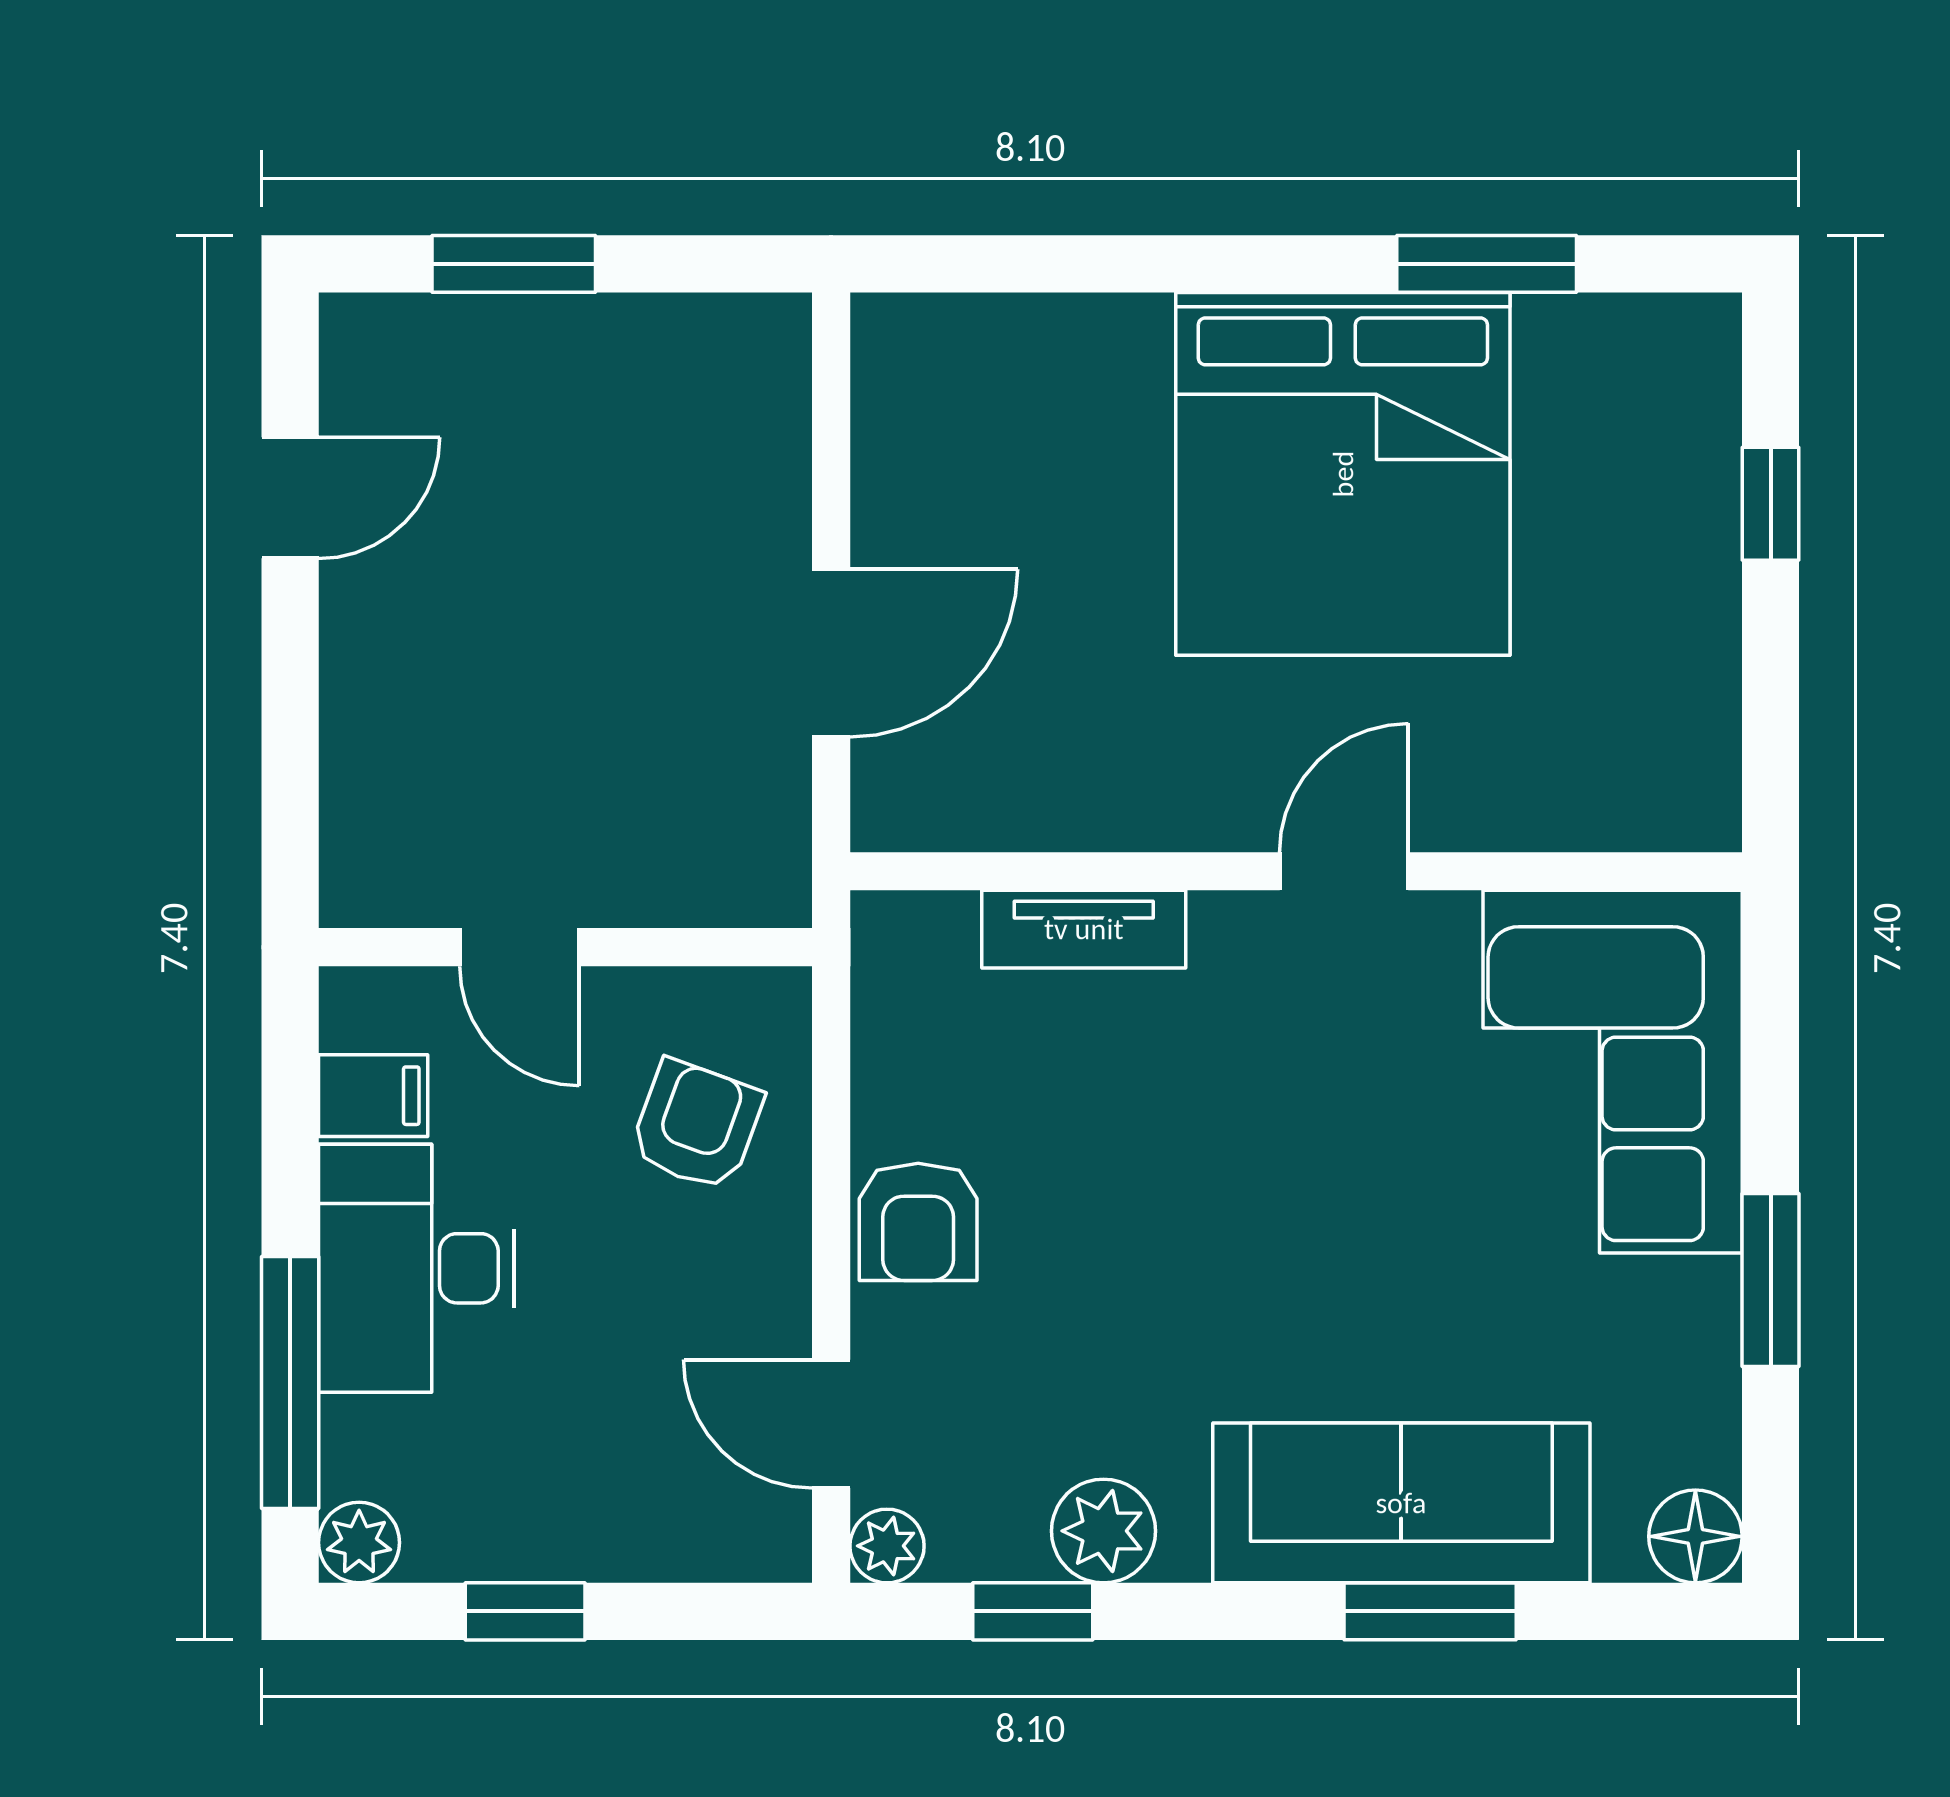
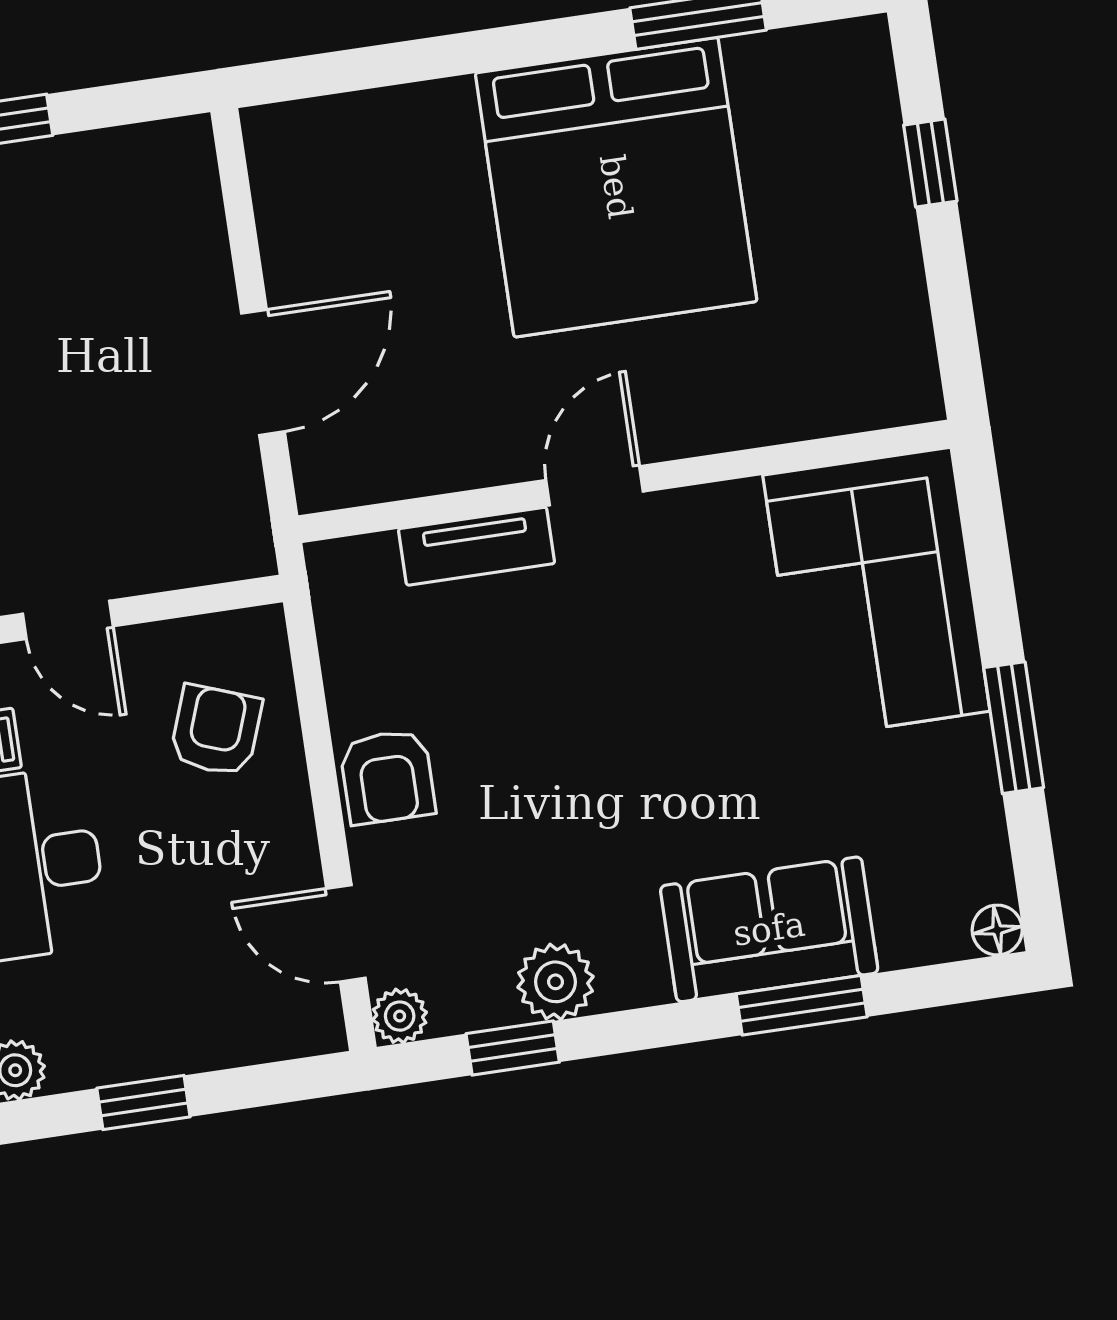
door: (1344, 871) -> (595, 486), moved
sofa: (1401, 1503) -> (769, 929), width x0.73
floor lamp: (1695, 1536) -> (997, 930), width x0.73, depth x0.73

